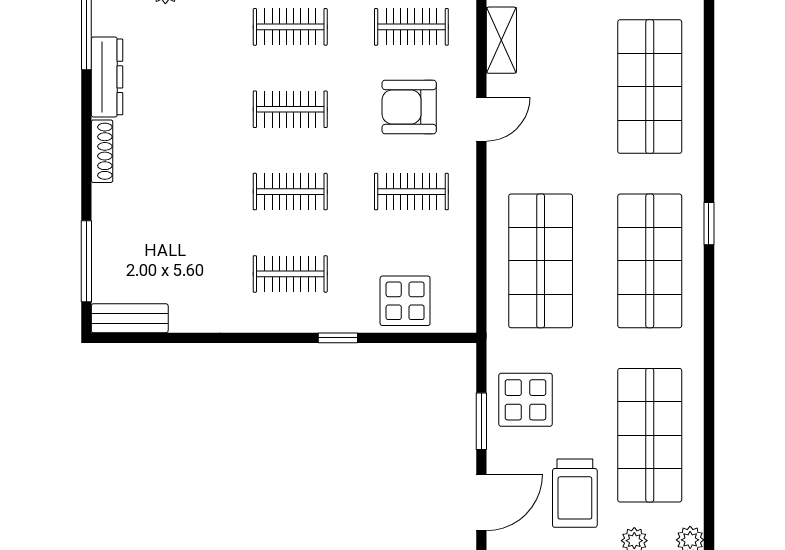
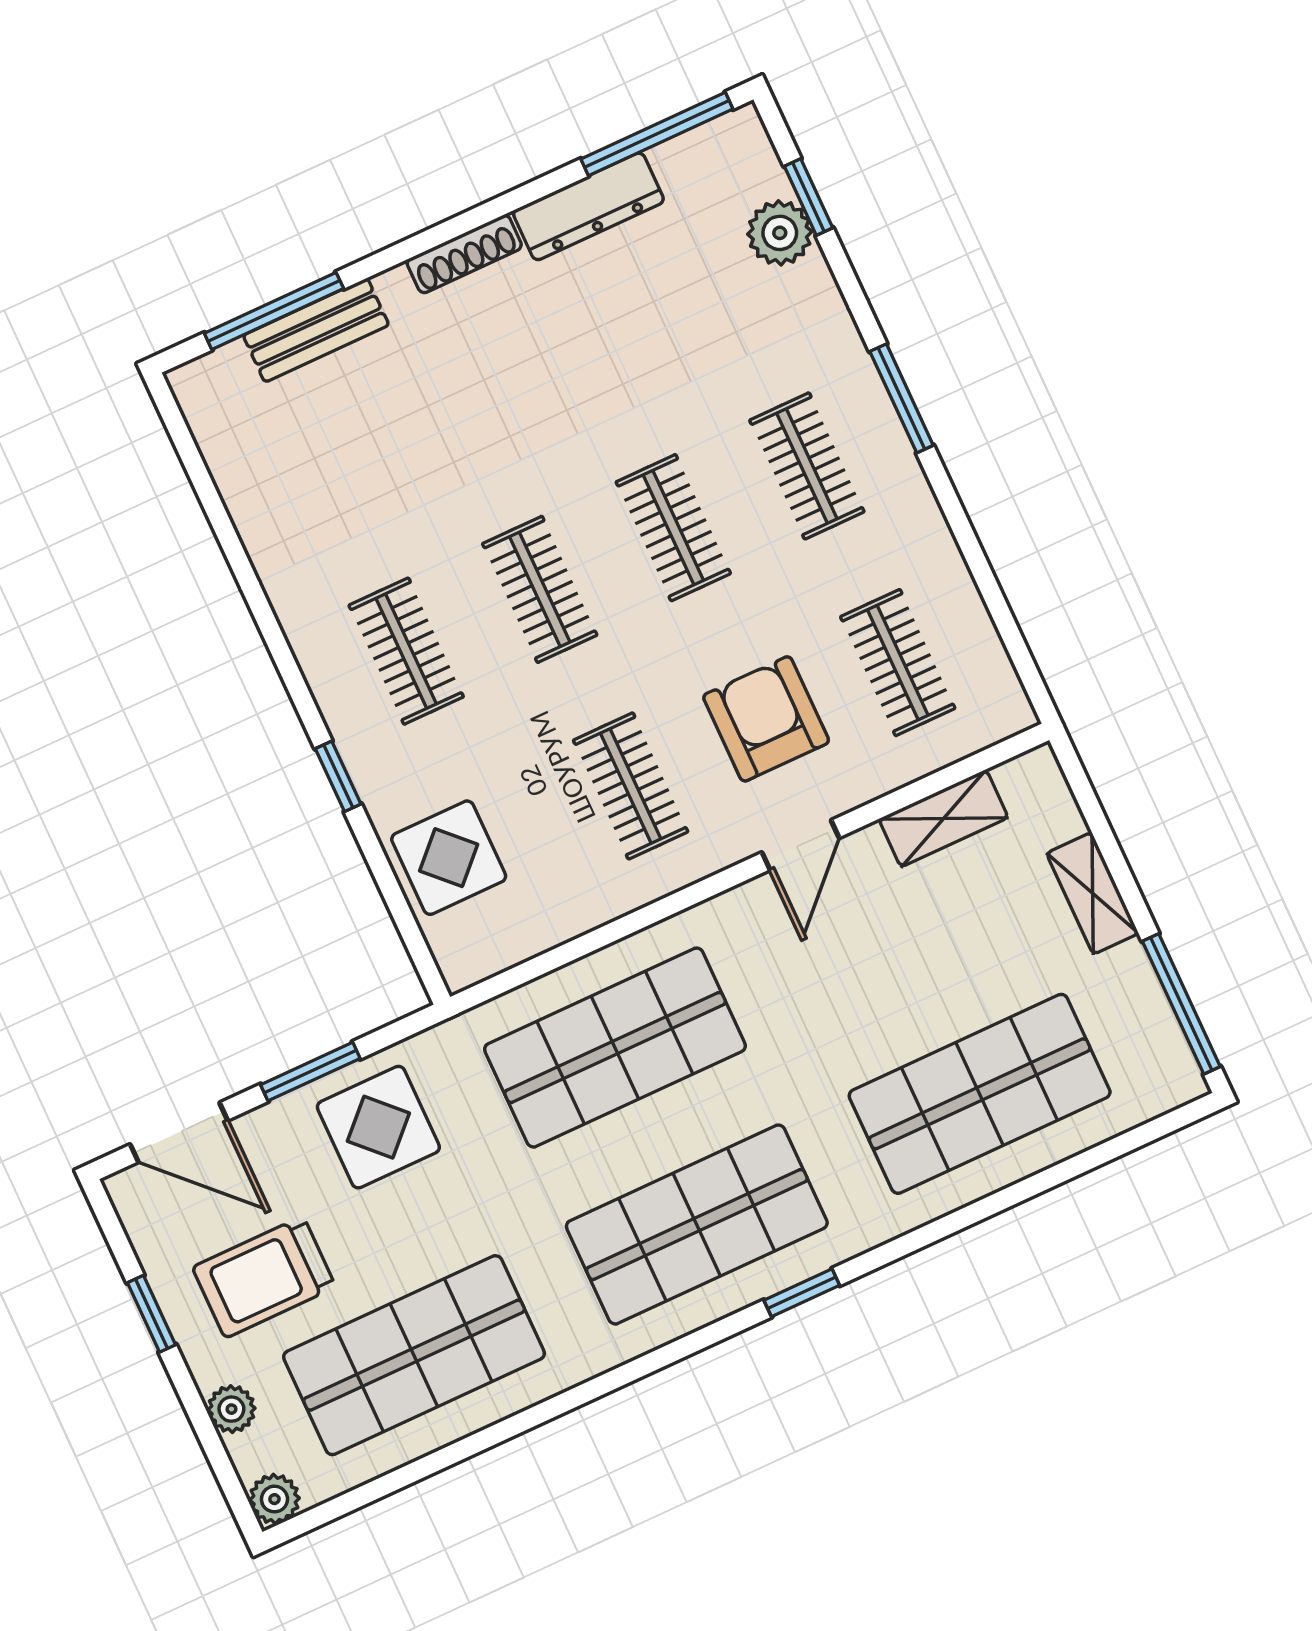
door: (481, 119) -> (800, 845), hinge flipped
bench: (130, 318) -> (316, 330), moved, turned 90

